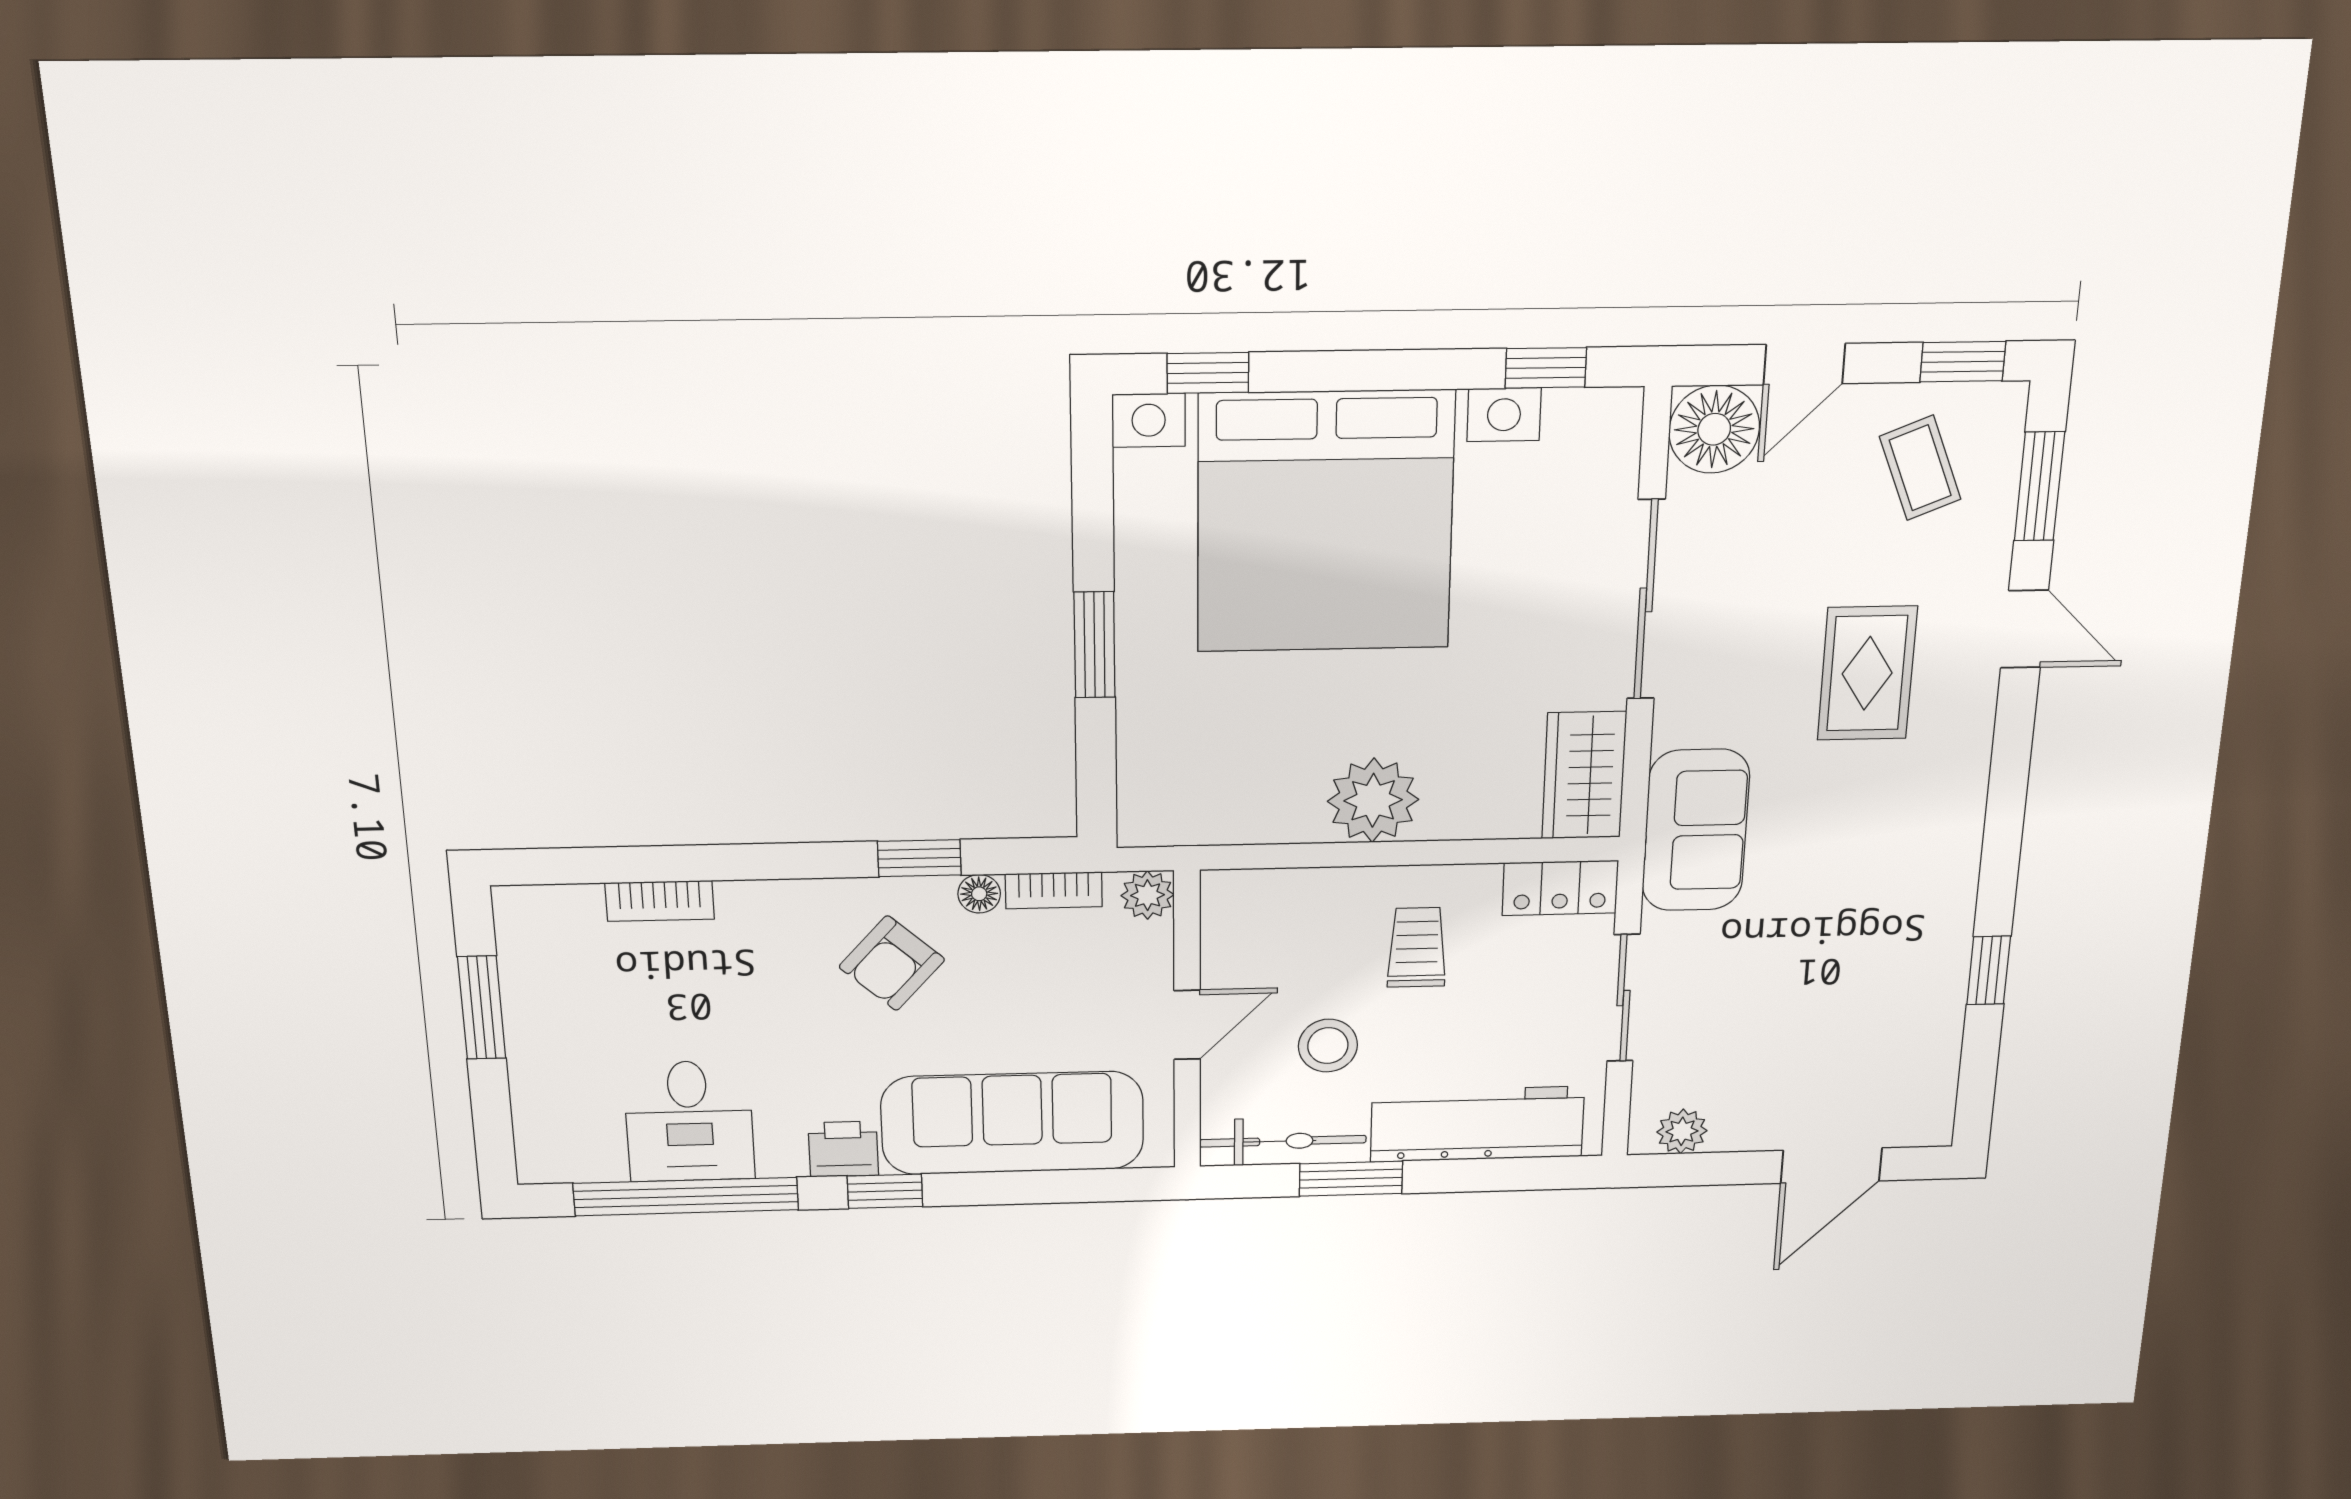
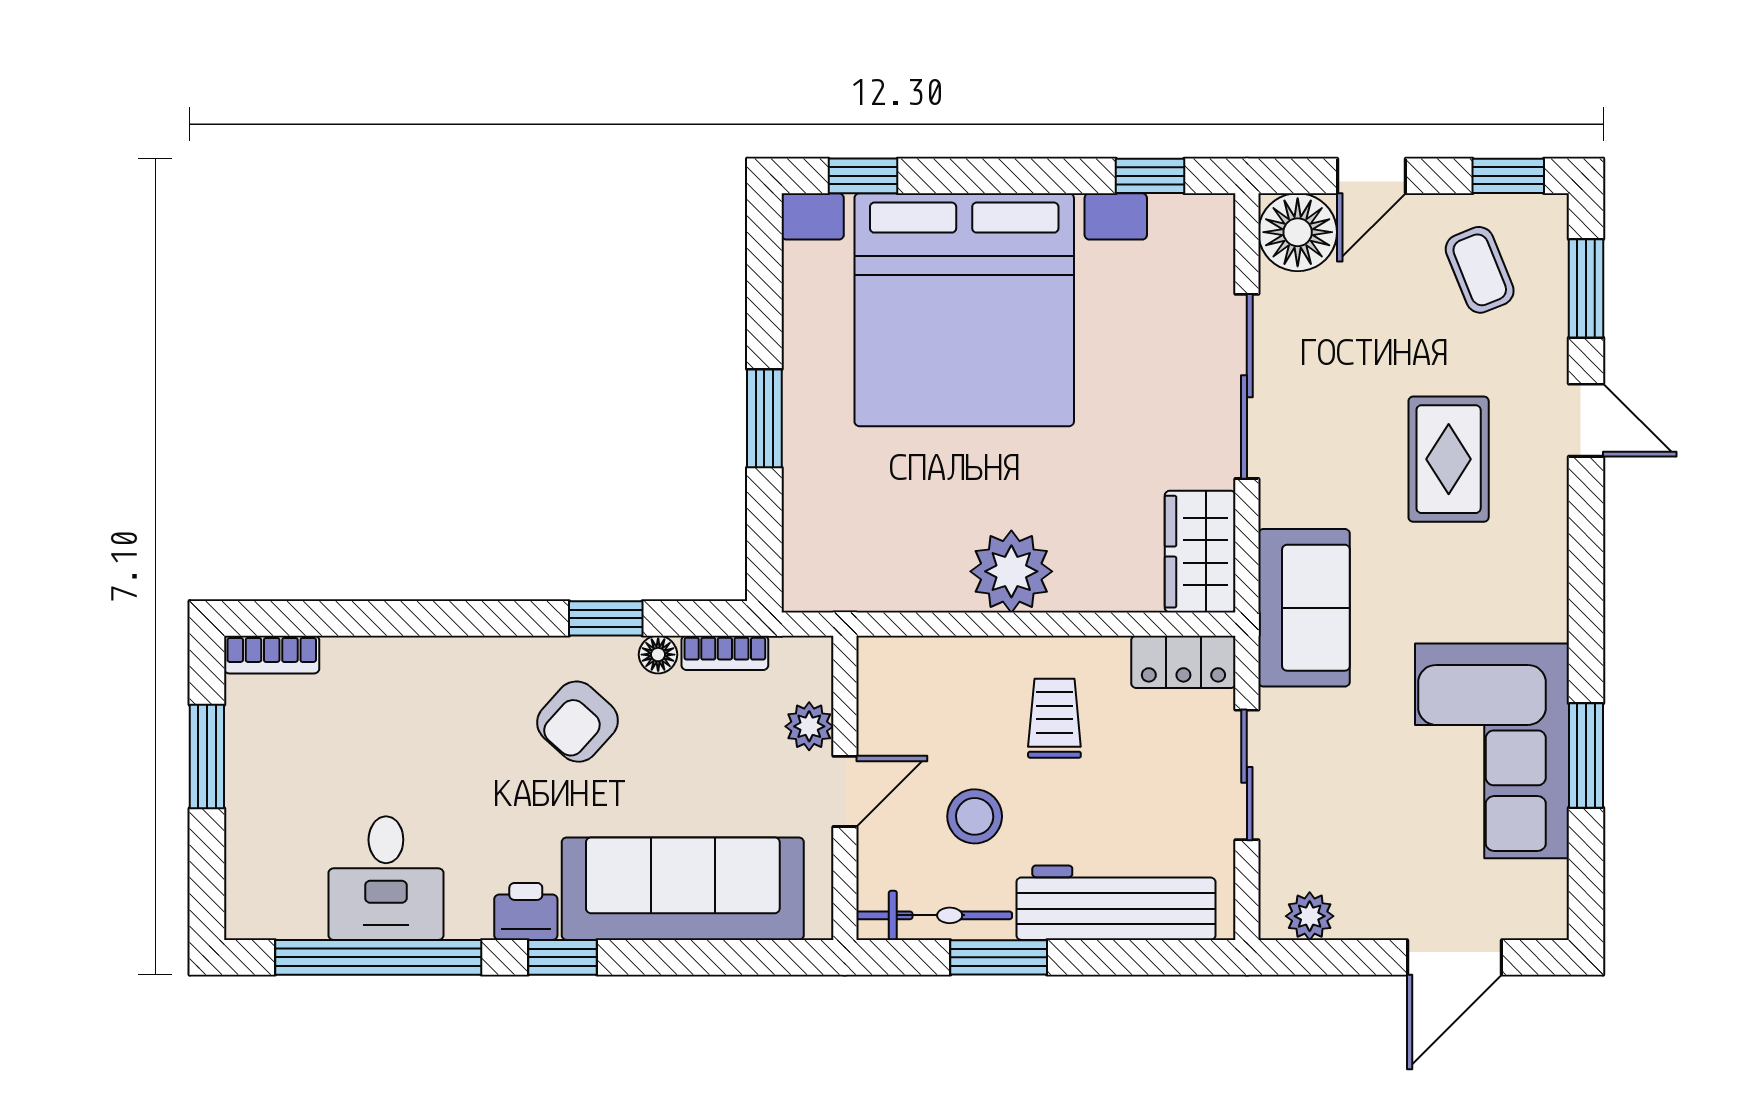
plant: (1148, 895) -> (809, 726), moved
bookcase: (660, 901) -> (272, 655), moved
corner sofa: (1888, 968) -> (1492, 751), added
window: (1989, 970) -> (1586, 755), width x1.50

